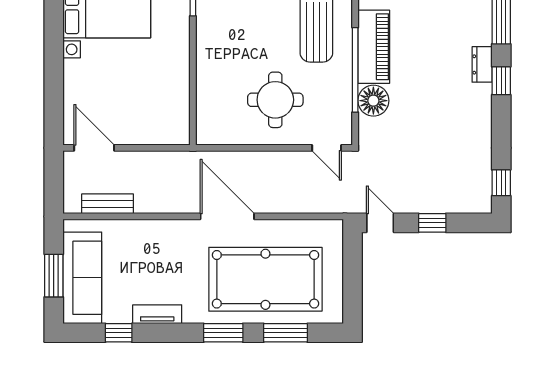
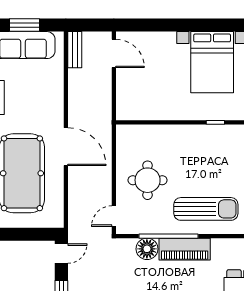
door: (94, 148) -> (114, 53), hinge flipped
bench: (108, 204) -> (75, 50), moved
door: (227, 216) -> (66, 147), hinge flipped

